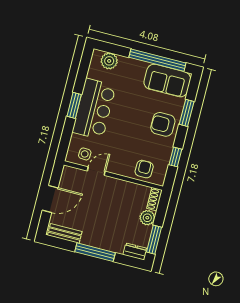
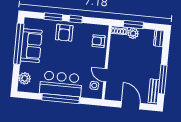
sofa: (167, 81) -> (31, 46), moved
window: (74, 105) -> (61, 99), width x2.11
window: (175, 157) -> (76, 19), moved
window: (154, 240) -> (133, 25), moved
window: (95, 252) -> (163, 79), moved

